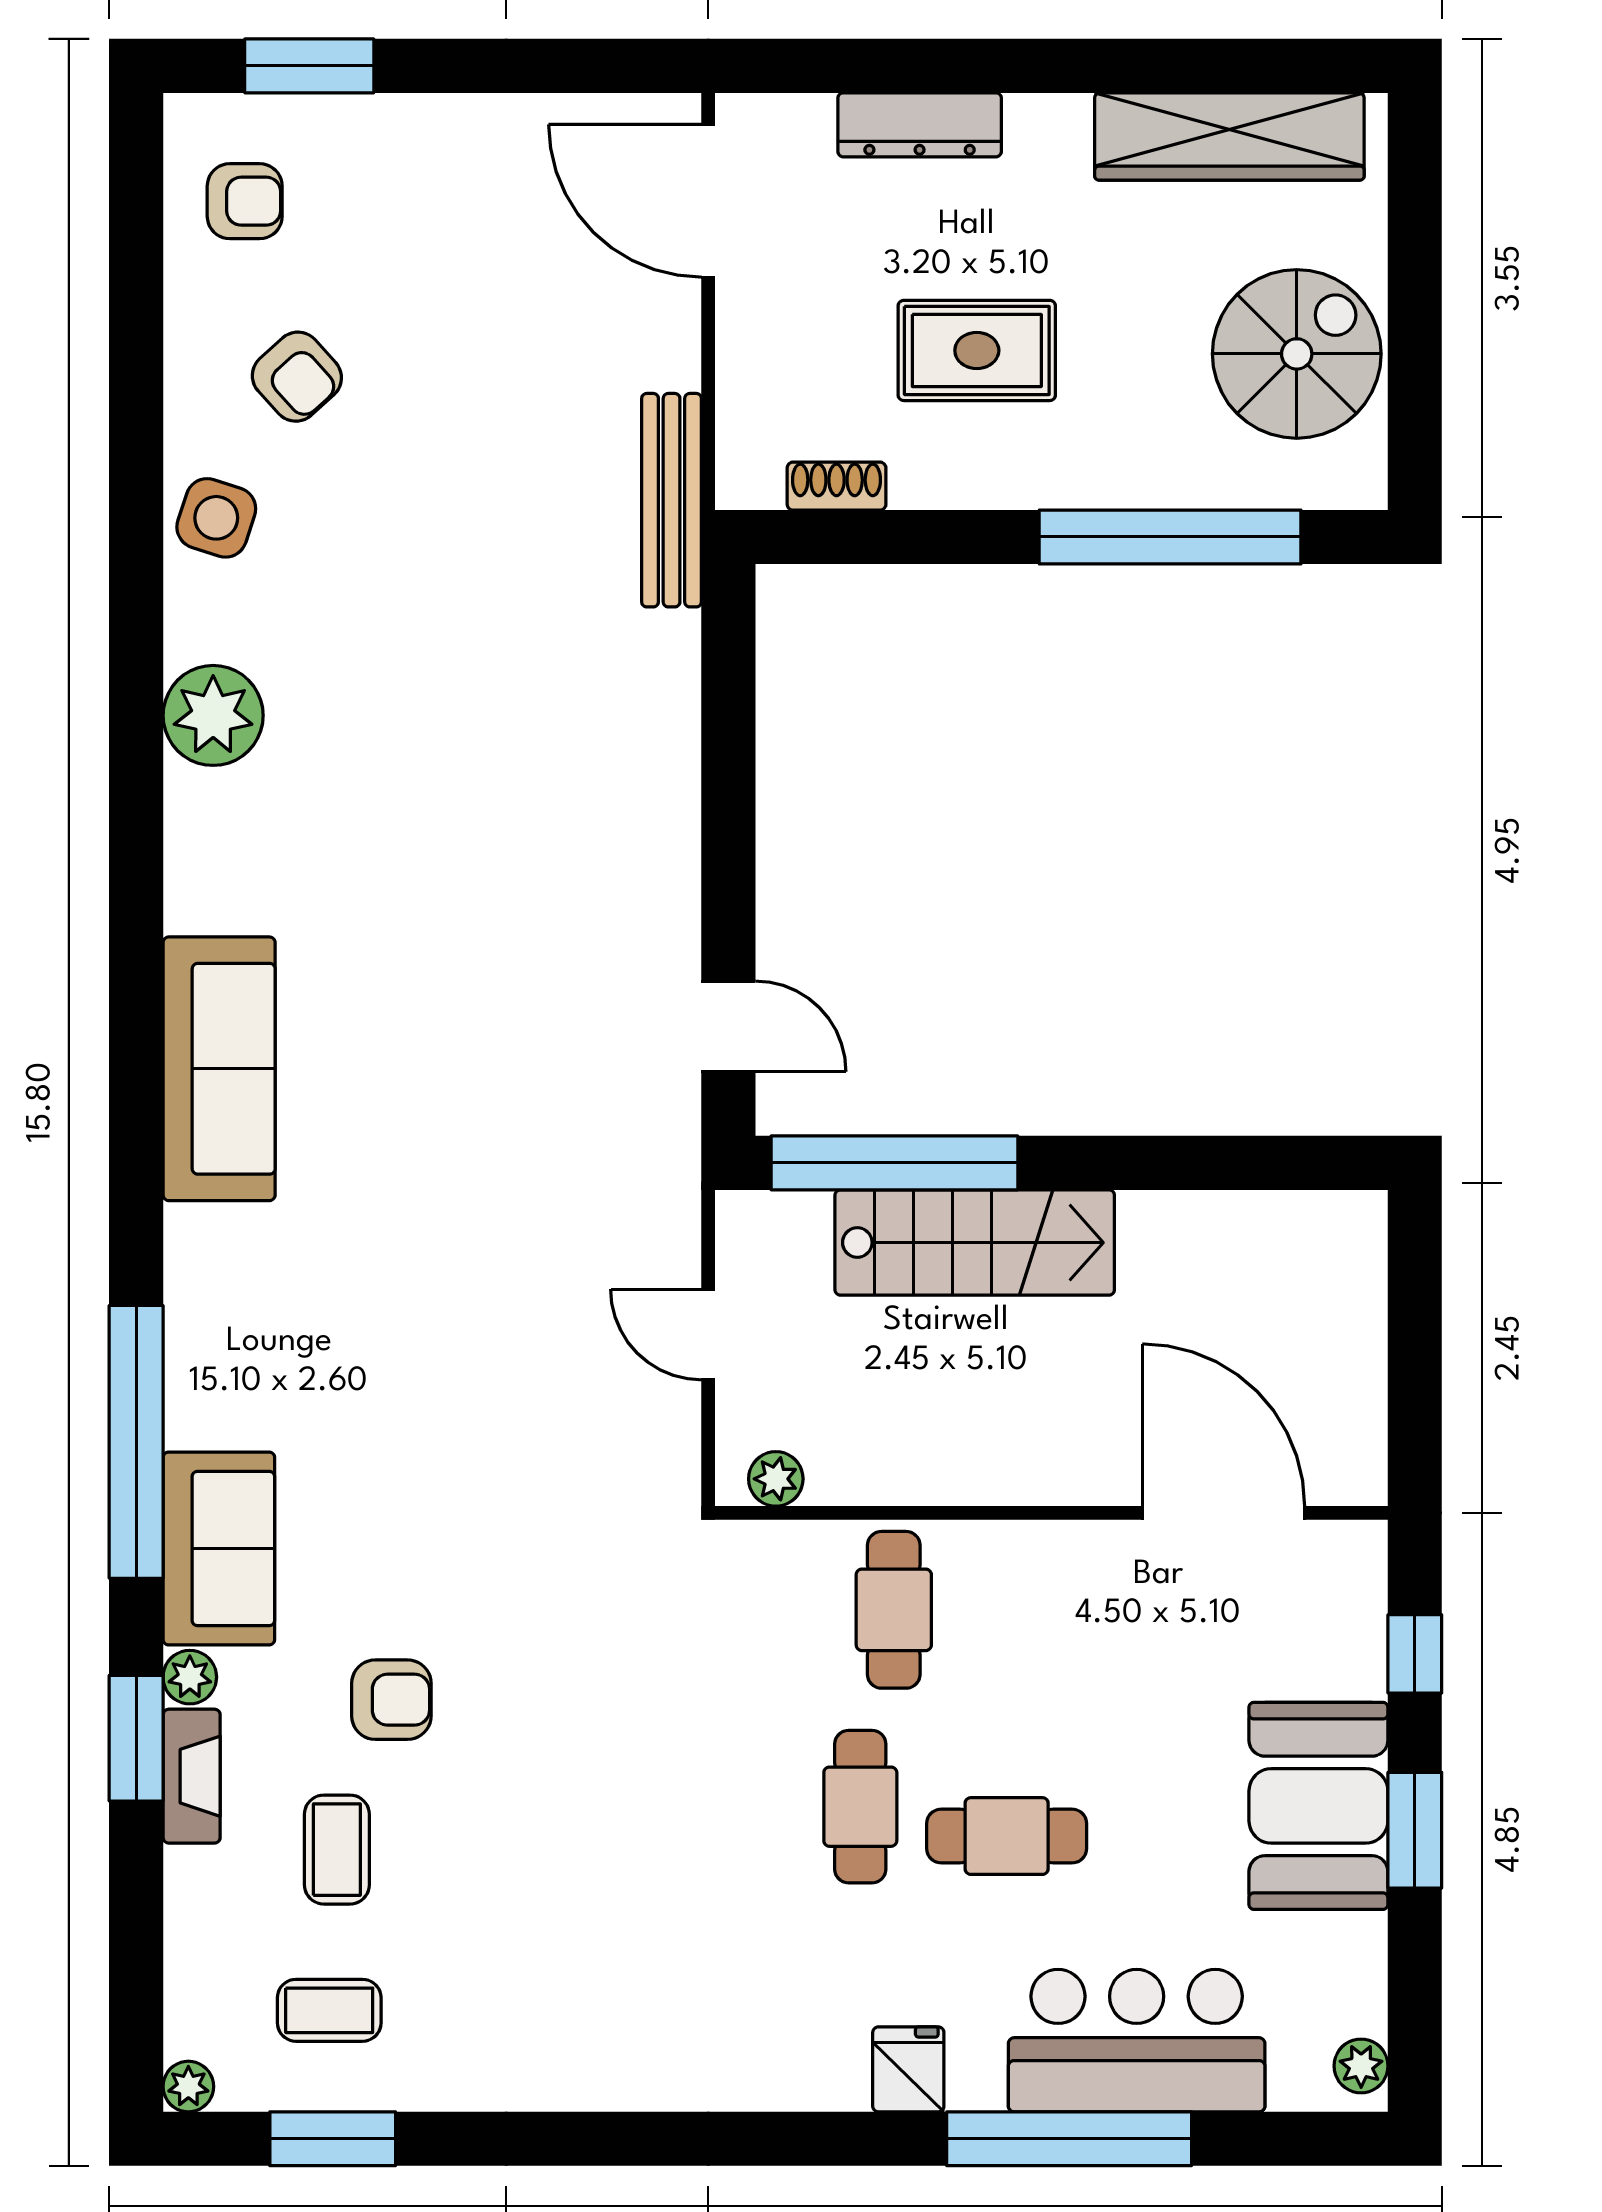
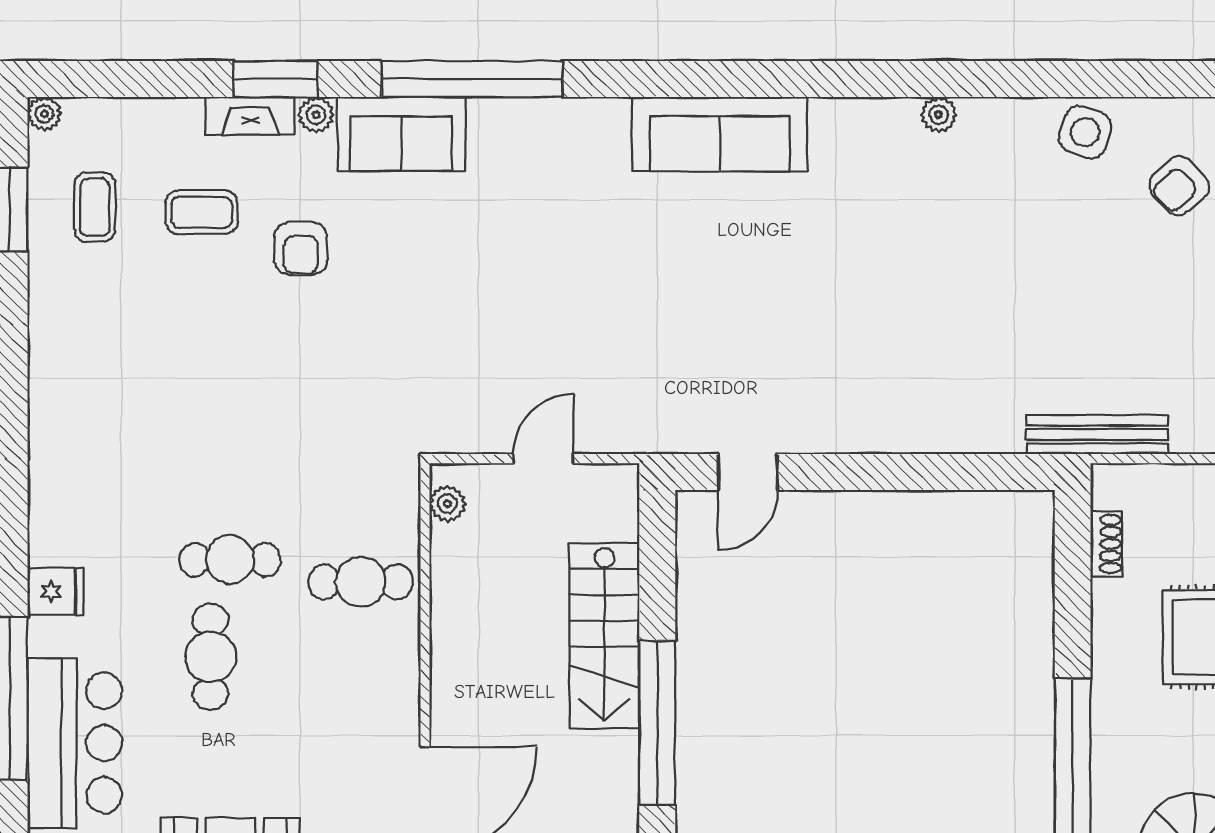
plant: (213, 715) -> (939, 115), width x0.53, depth x0.53
window: (894, 1163) -> (657, 723), moved

